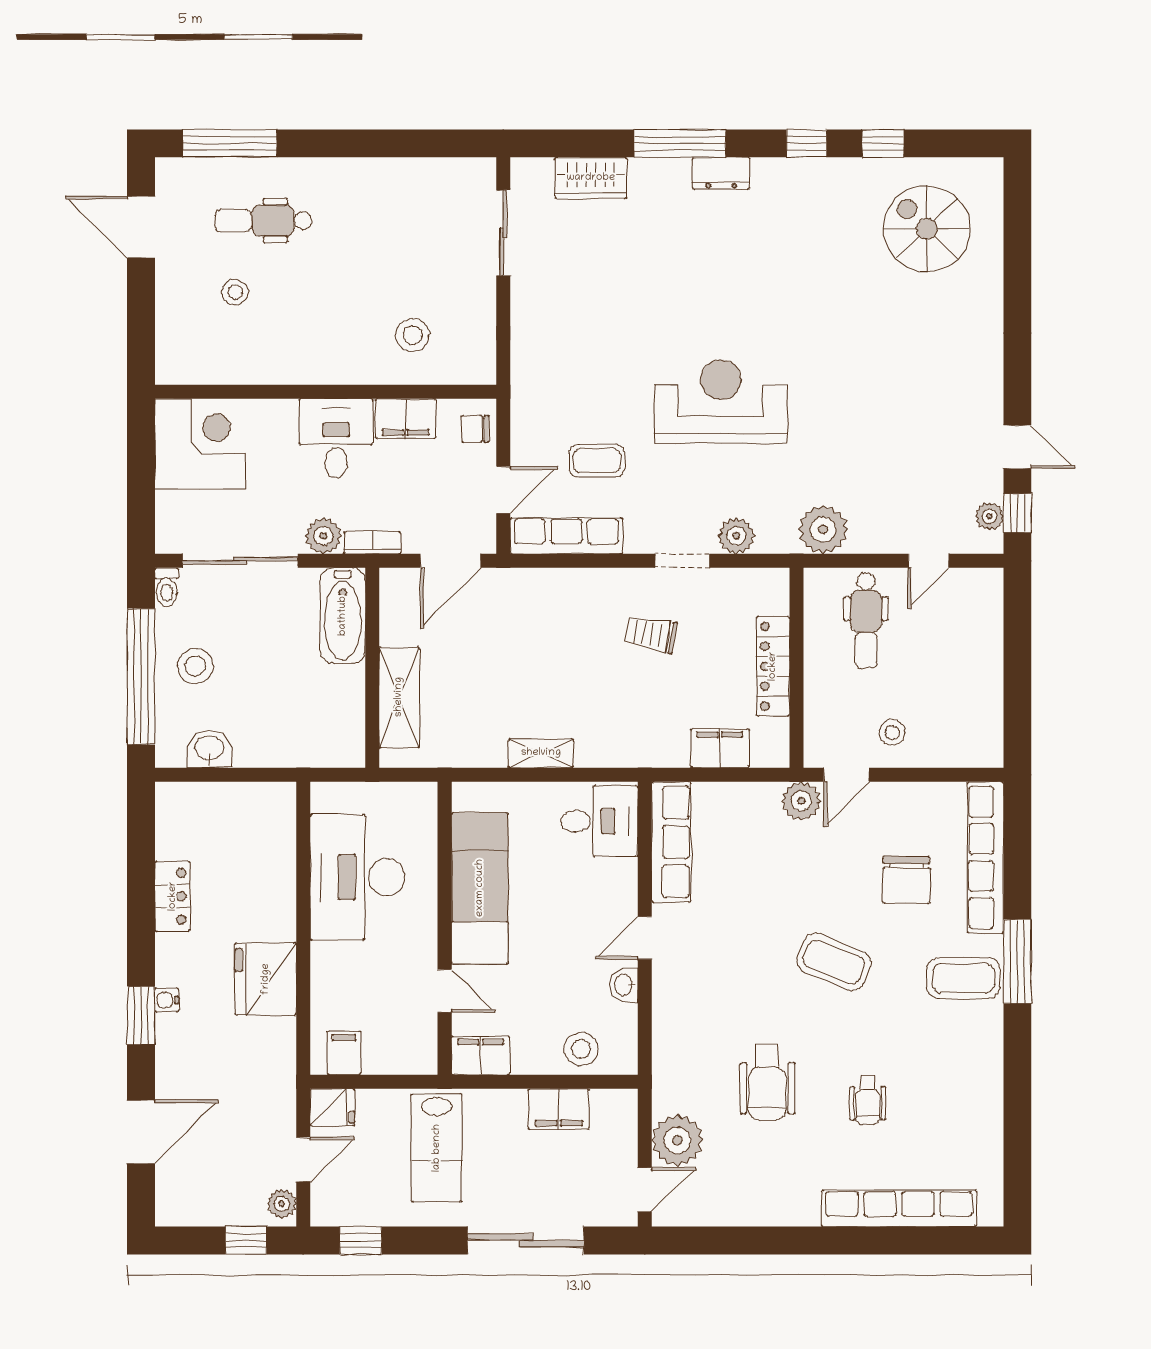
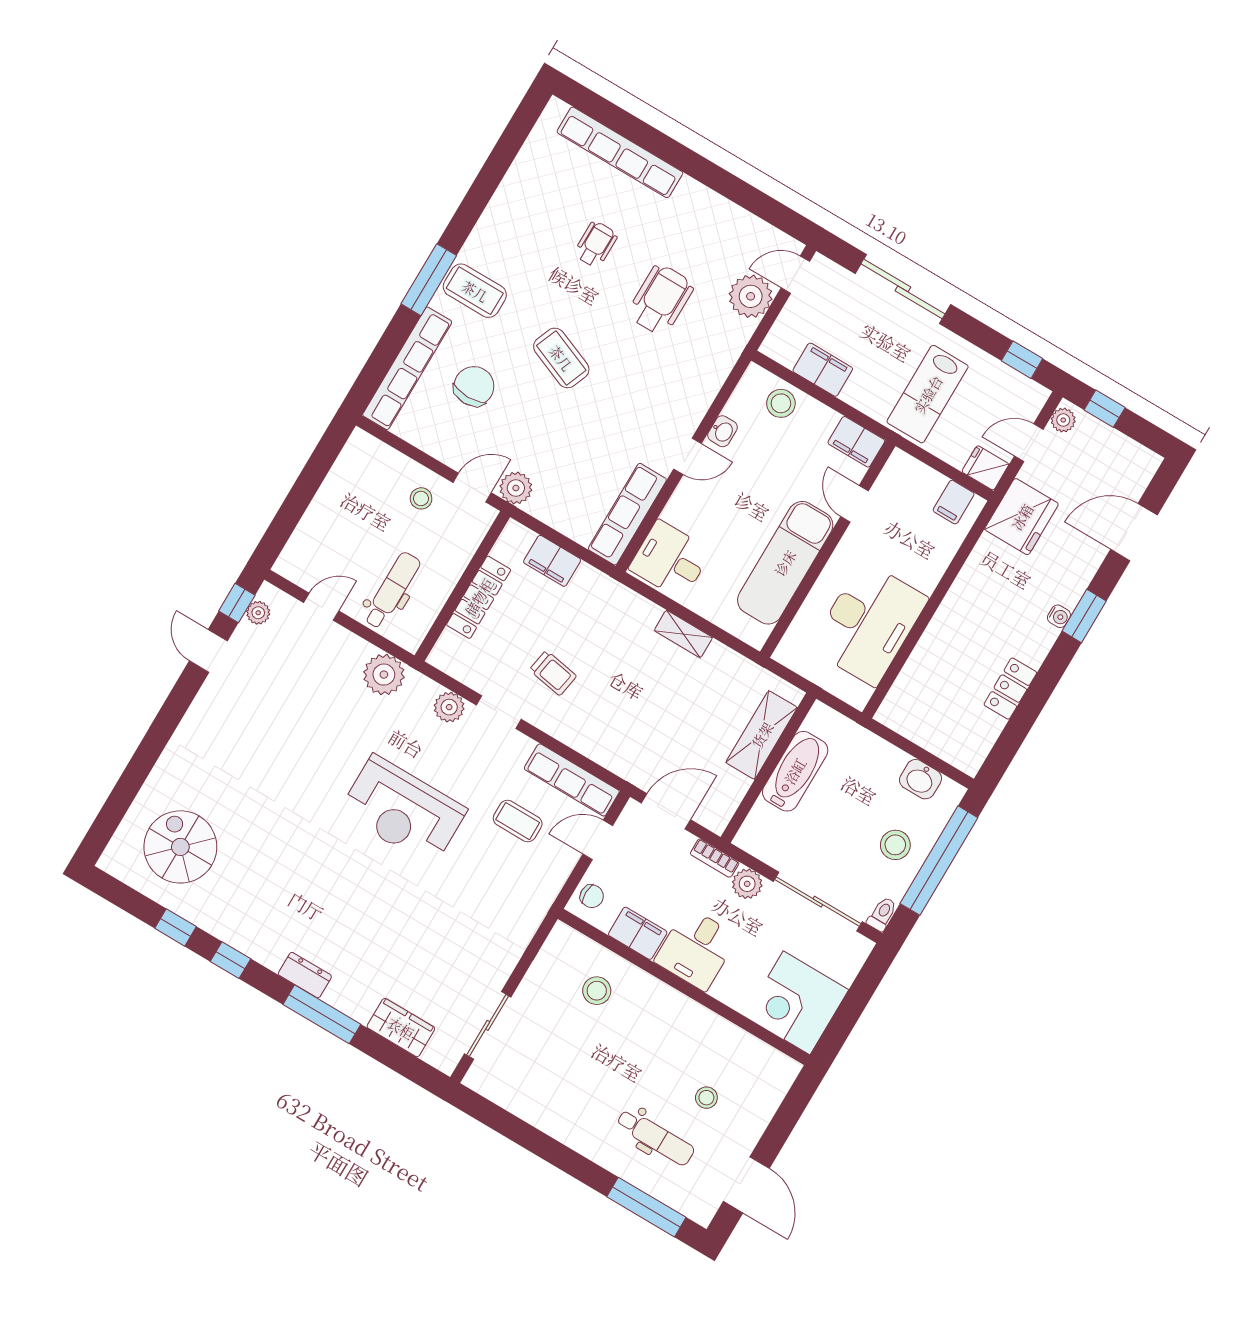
spiral stairs: (927, 229) -> (180, 847), turned 180
bathtub: (343, 616) -> (795, 771), moved
fridge: (266, 979) -> (1022, 517), moved
lab bench: (437, 1148) -> (928, 394), turned 180

